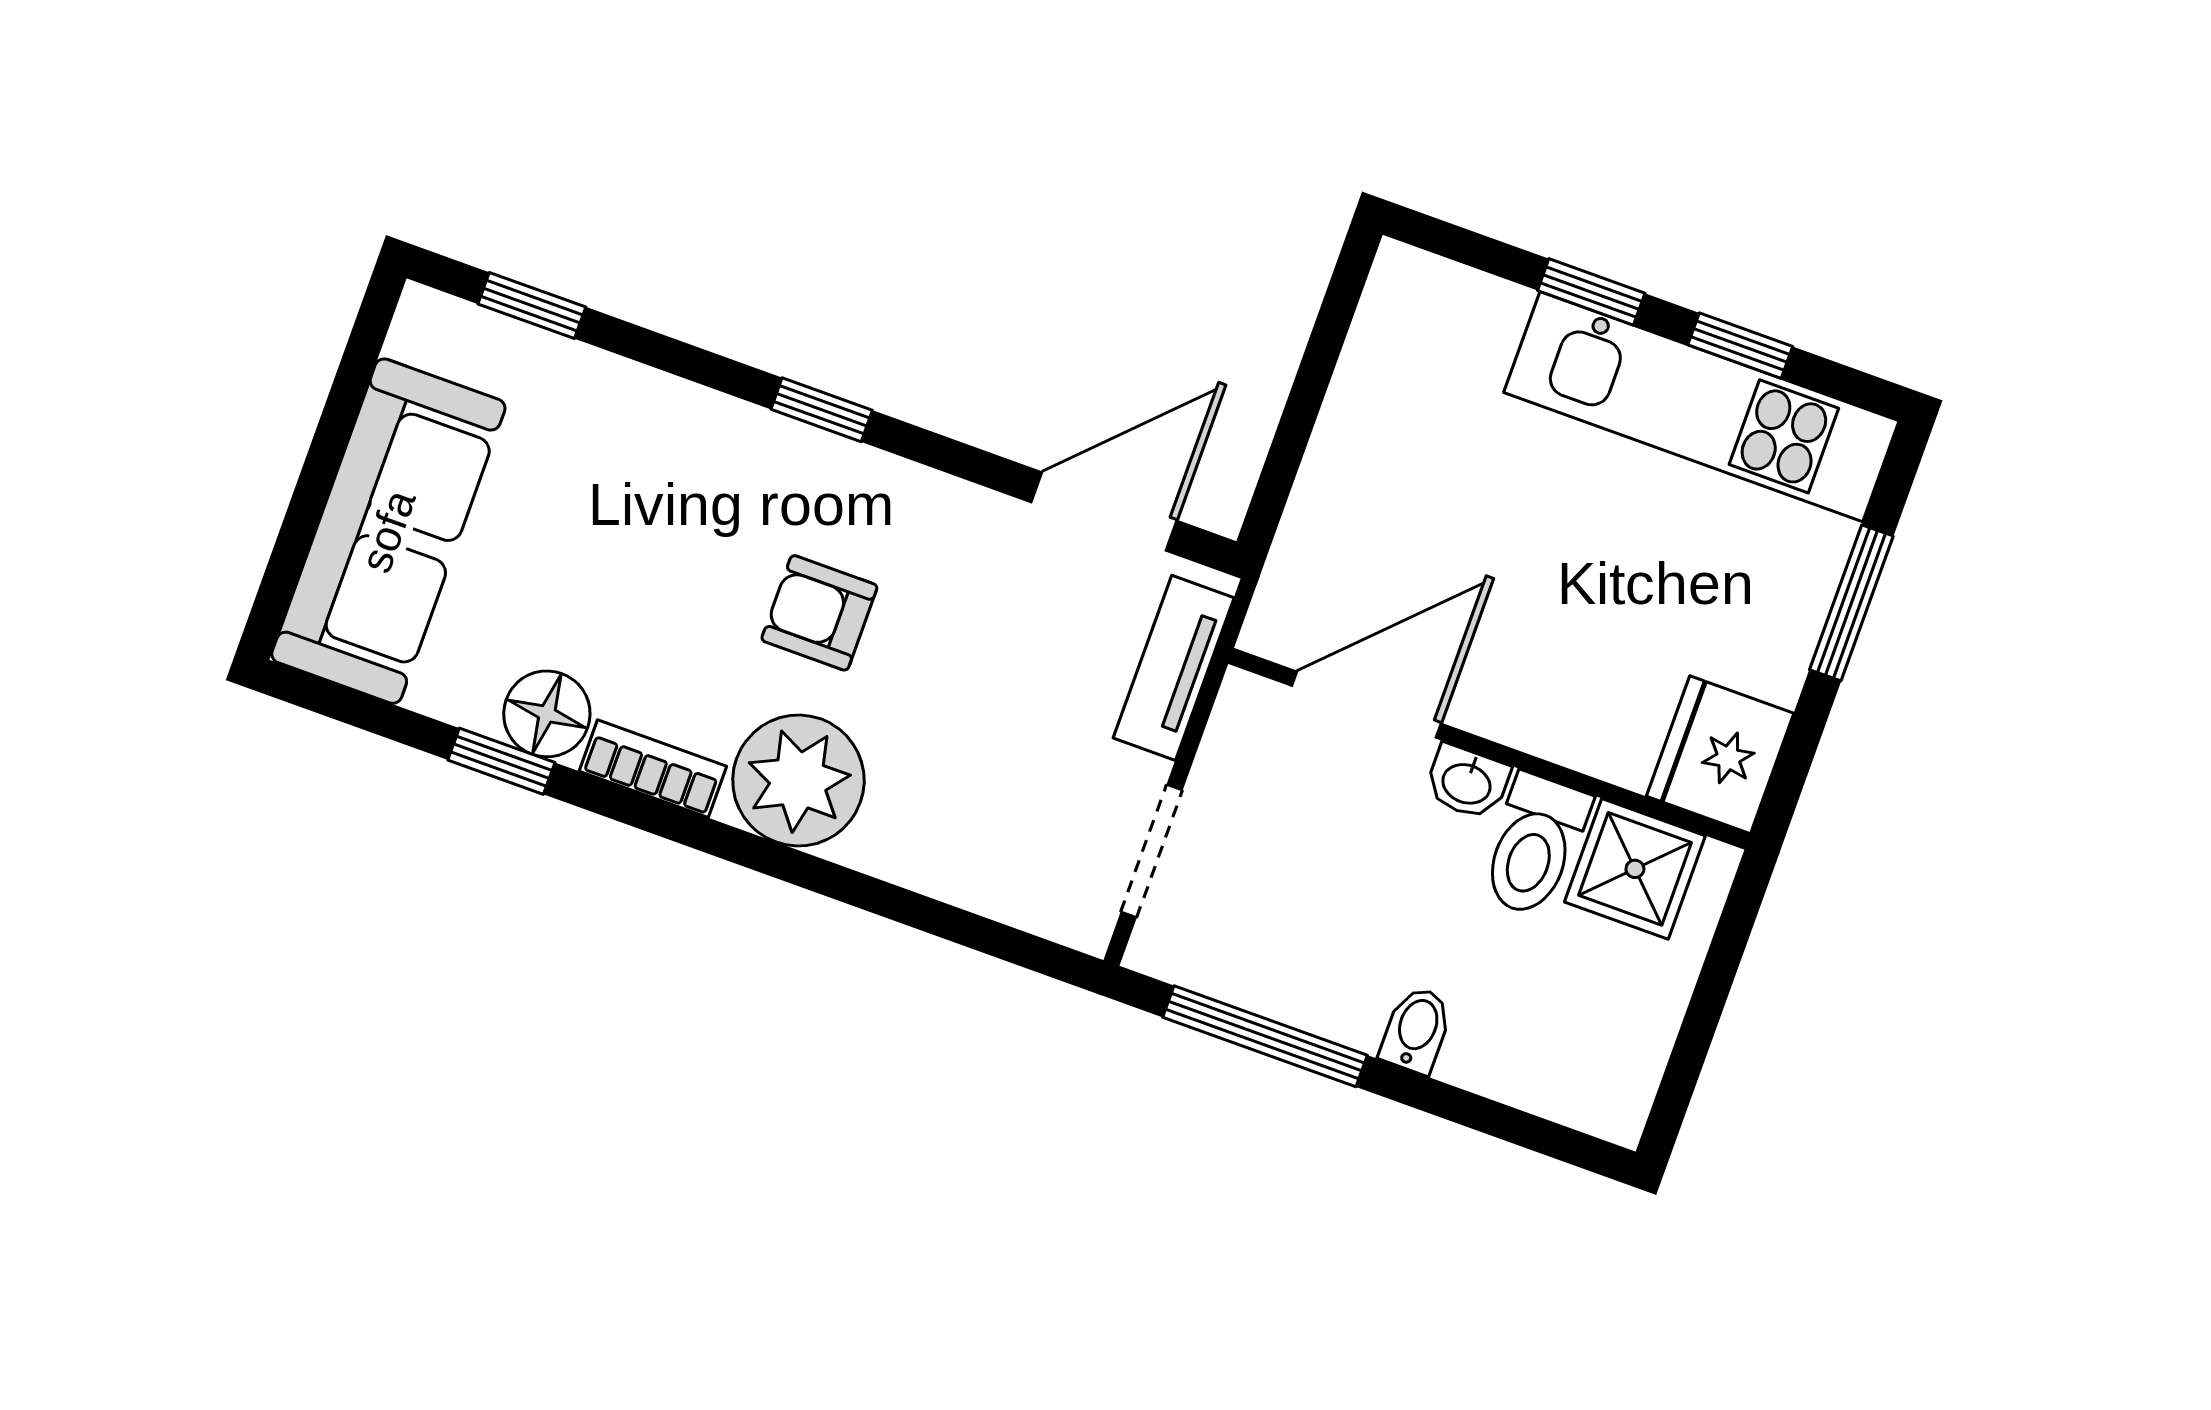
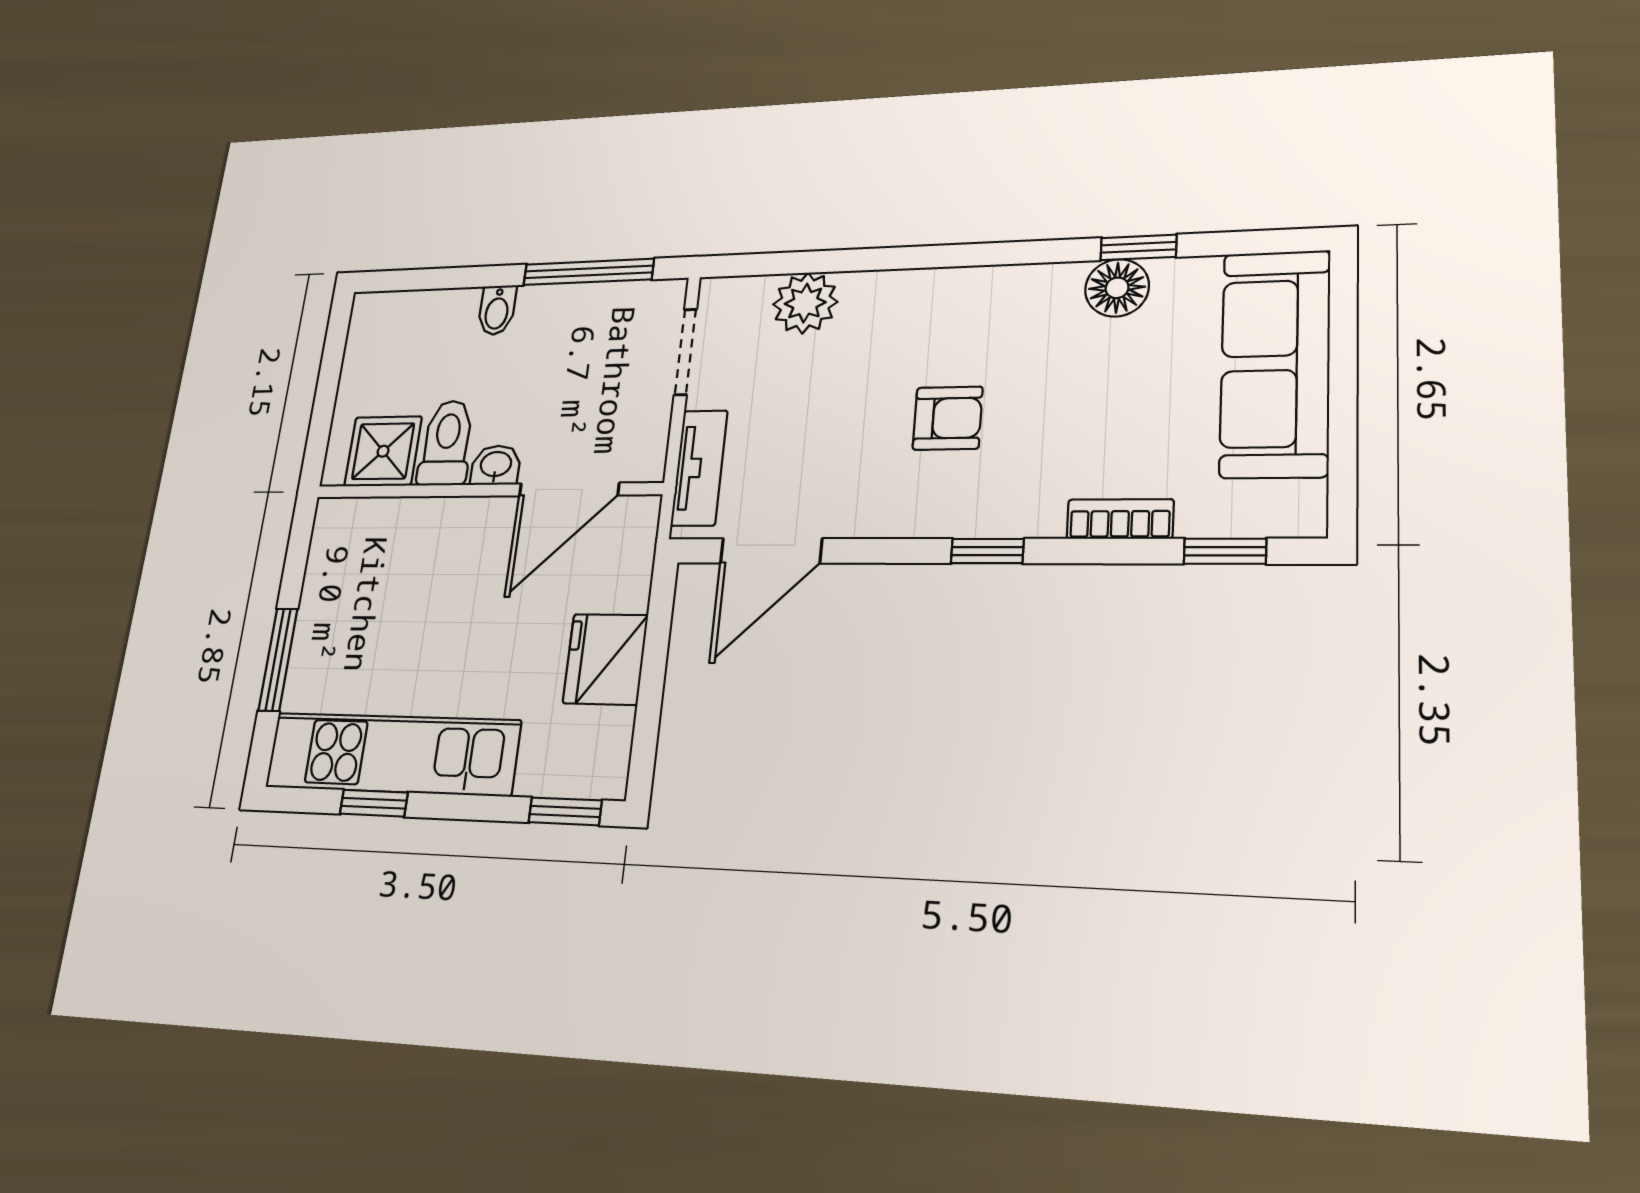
window: (1591, 292) -> (565, 811), moved
fridge: (1720, 755) -> (605, 659), moved, turned 180
bookcase: (653, 769) -> (1120, 519), moved, turned 180
plant: (798, 780) -> (805, 303), moved, width x0.73, depth x0.73

